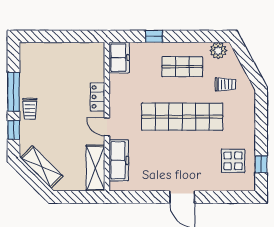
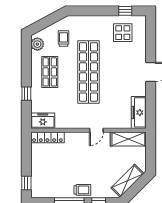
window: (39, 36) -> (26, 183), added
locker: (98, 97) -> (47, 137), moved, width x1.53
freezer: (119, 160) -> (139, 112), moved, turned -90

